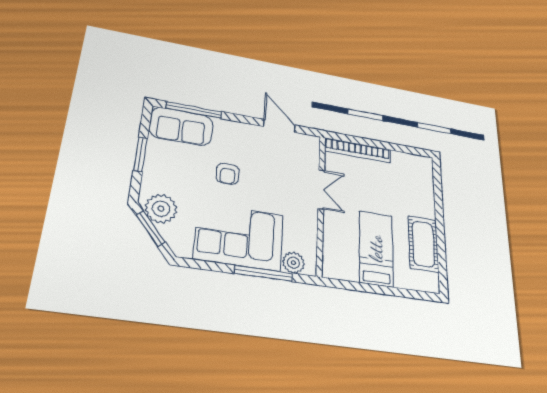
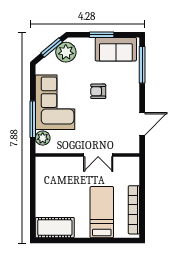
sofa: (181, 126) -> (116, 49), moved, turned -90
bookcase: (358, 150) -> (134, 210), moved
cot: (423, 244) -> (55, 228), moved
bed: (376, 248) -> (102, 212), moved, turned -90

